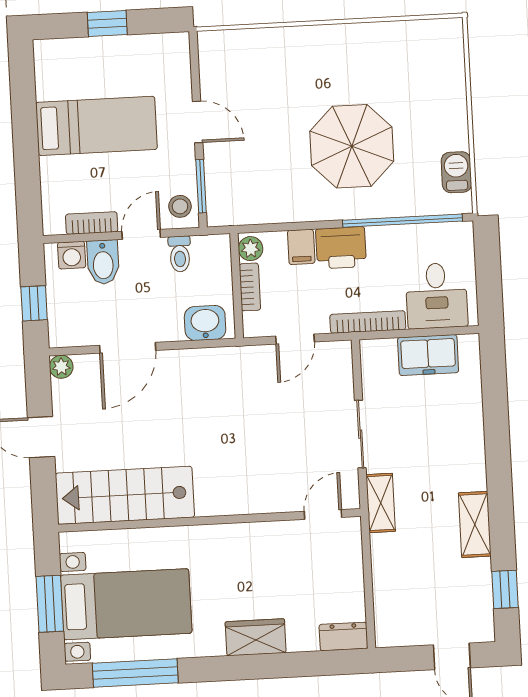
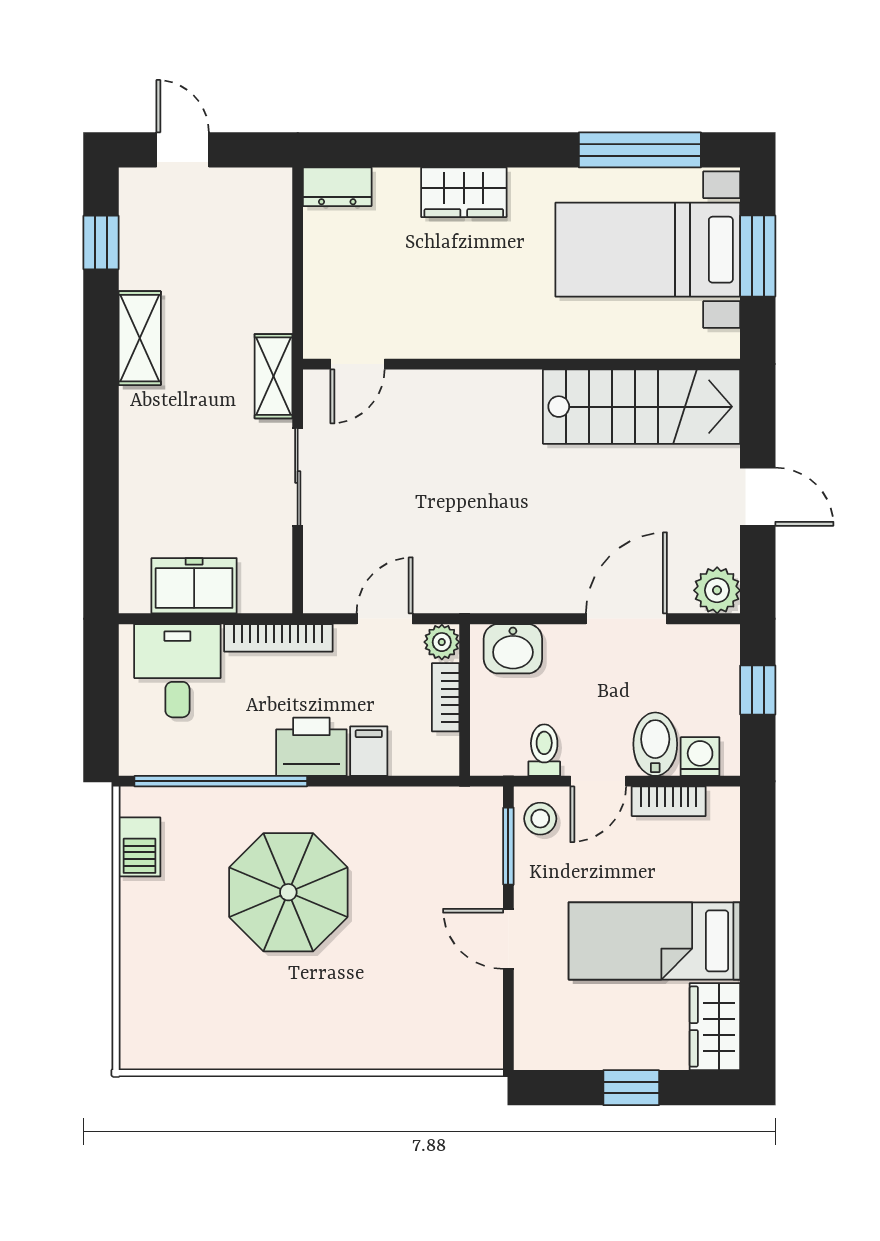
wardrobe: (51, 69) -> (715, 1027), added
plant: (251, 249) -> (442, 642), moved
plant: (61, 367) -> (717, 590), width x1.38, depth x1.38

